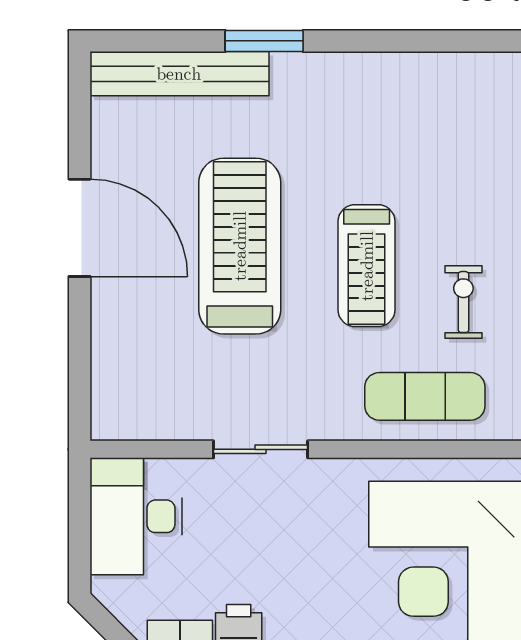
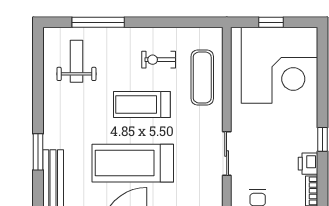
weight bench: (460, 124) -> (76, 61), added
treadmill: (367, 266) -> (142, 104), turned 180

